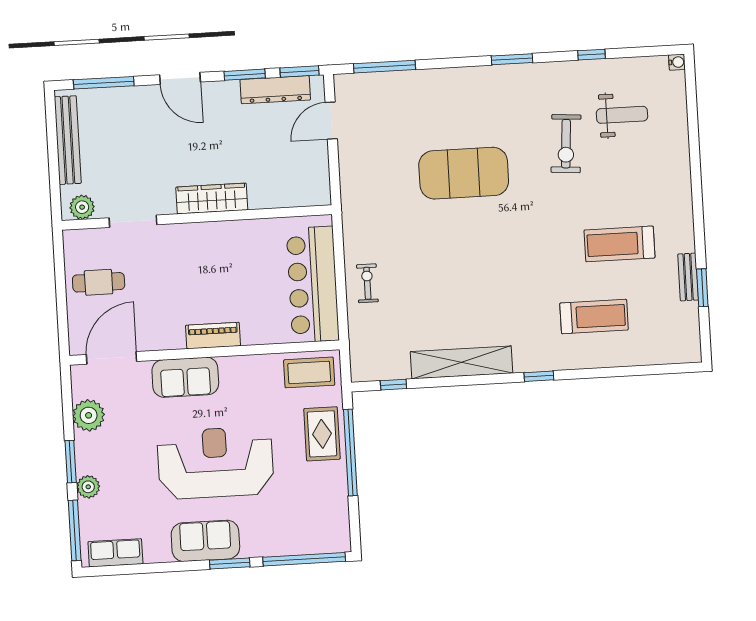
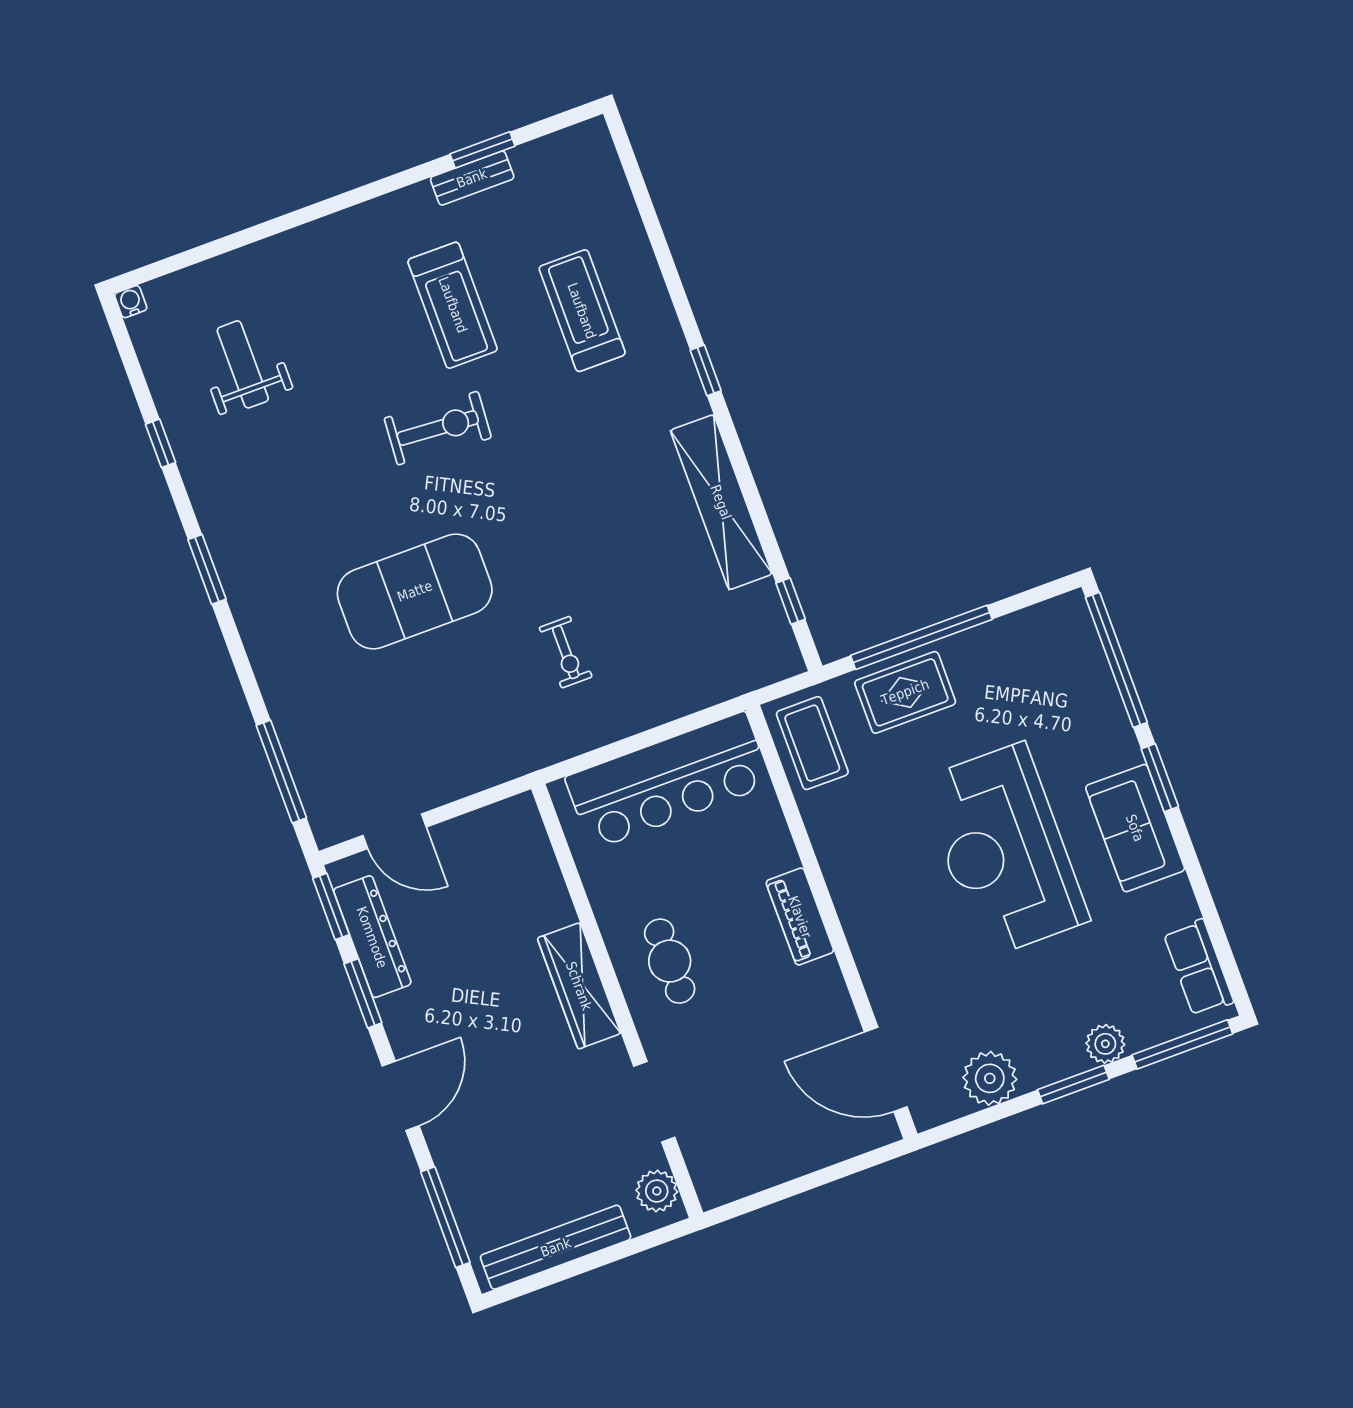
exercise bike: (566, 144) -> (438, 428), moved
exercise mat: (464, 173) -> (415, 591), turned 90
cafe table: (99, 282) -> (670, 961), moved
exercise bike: (367, 283) -> (566, 652), moved, turned -90
sofa: (185, 377) -> (881, 941), removed

